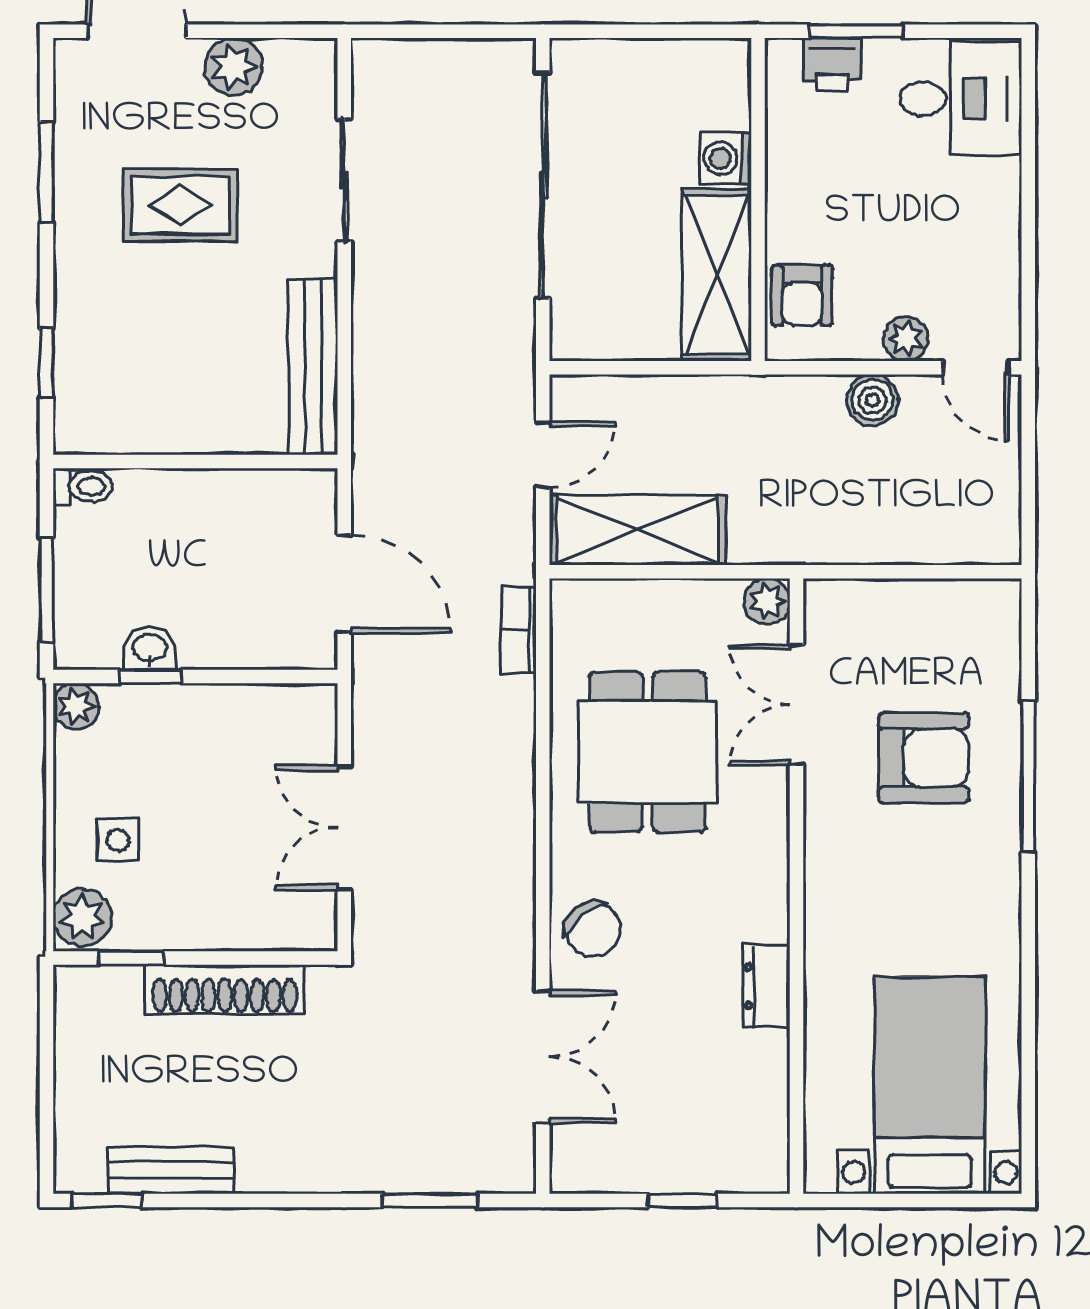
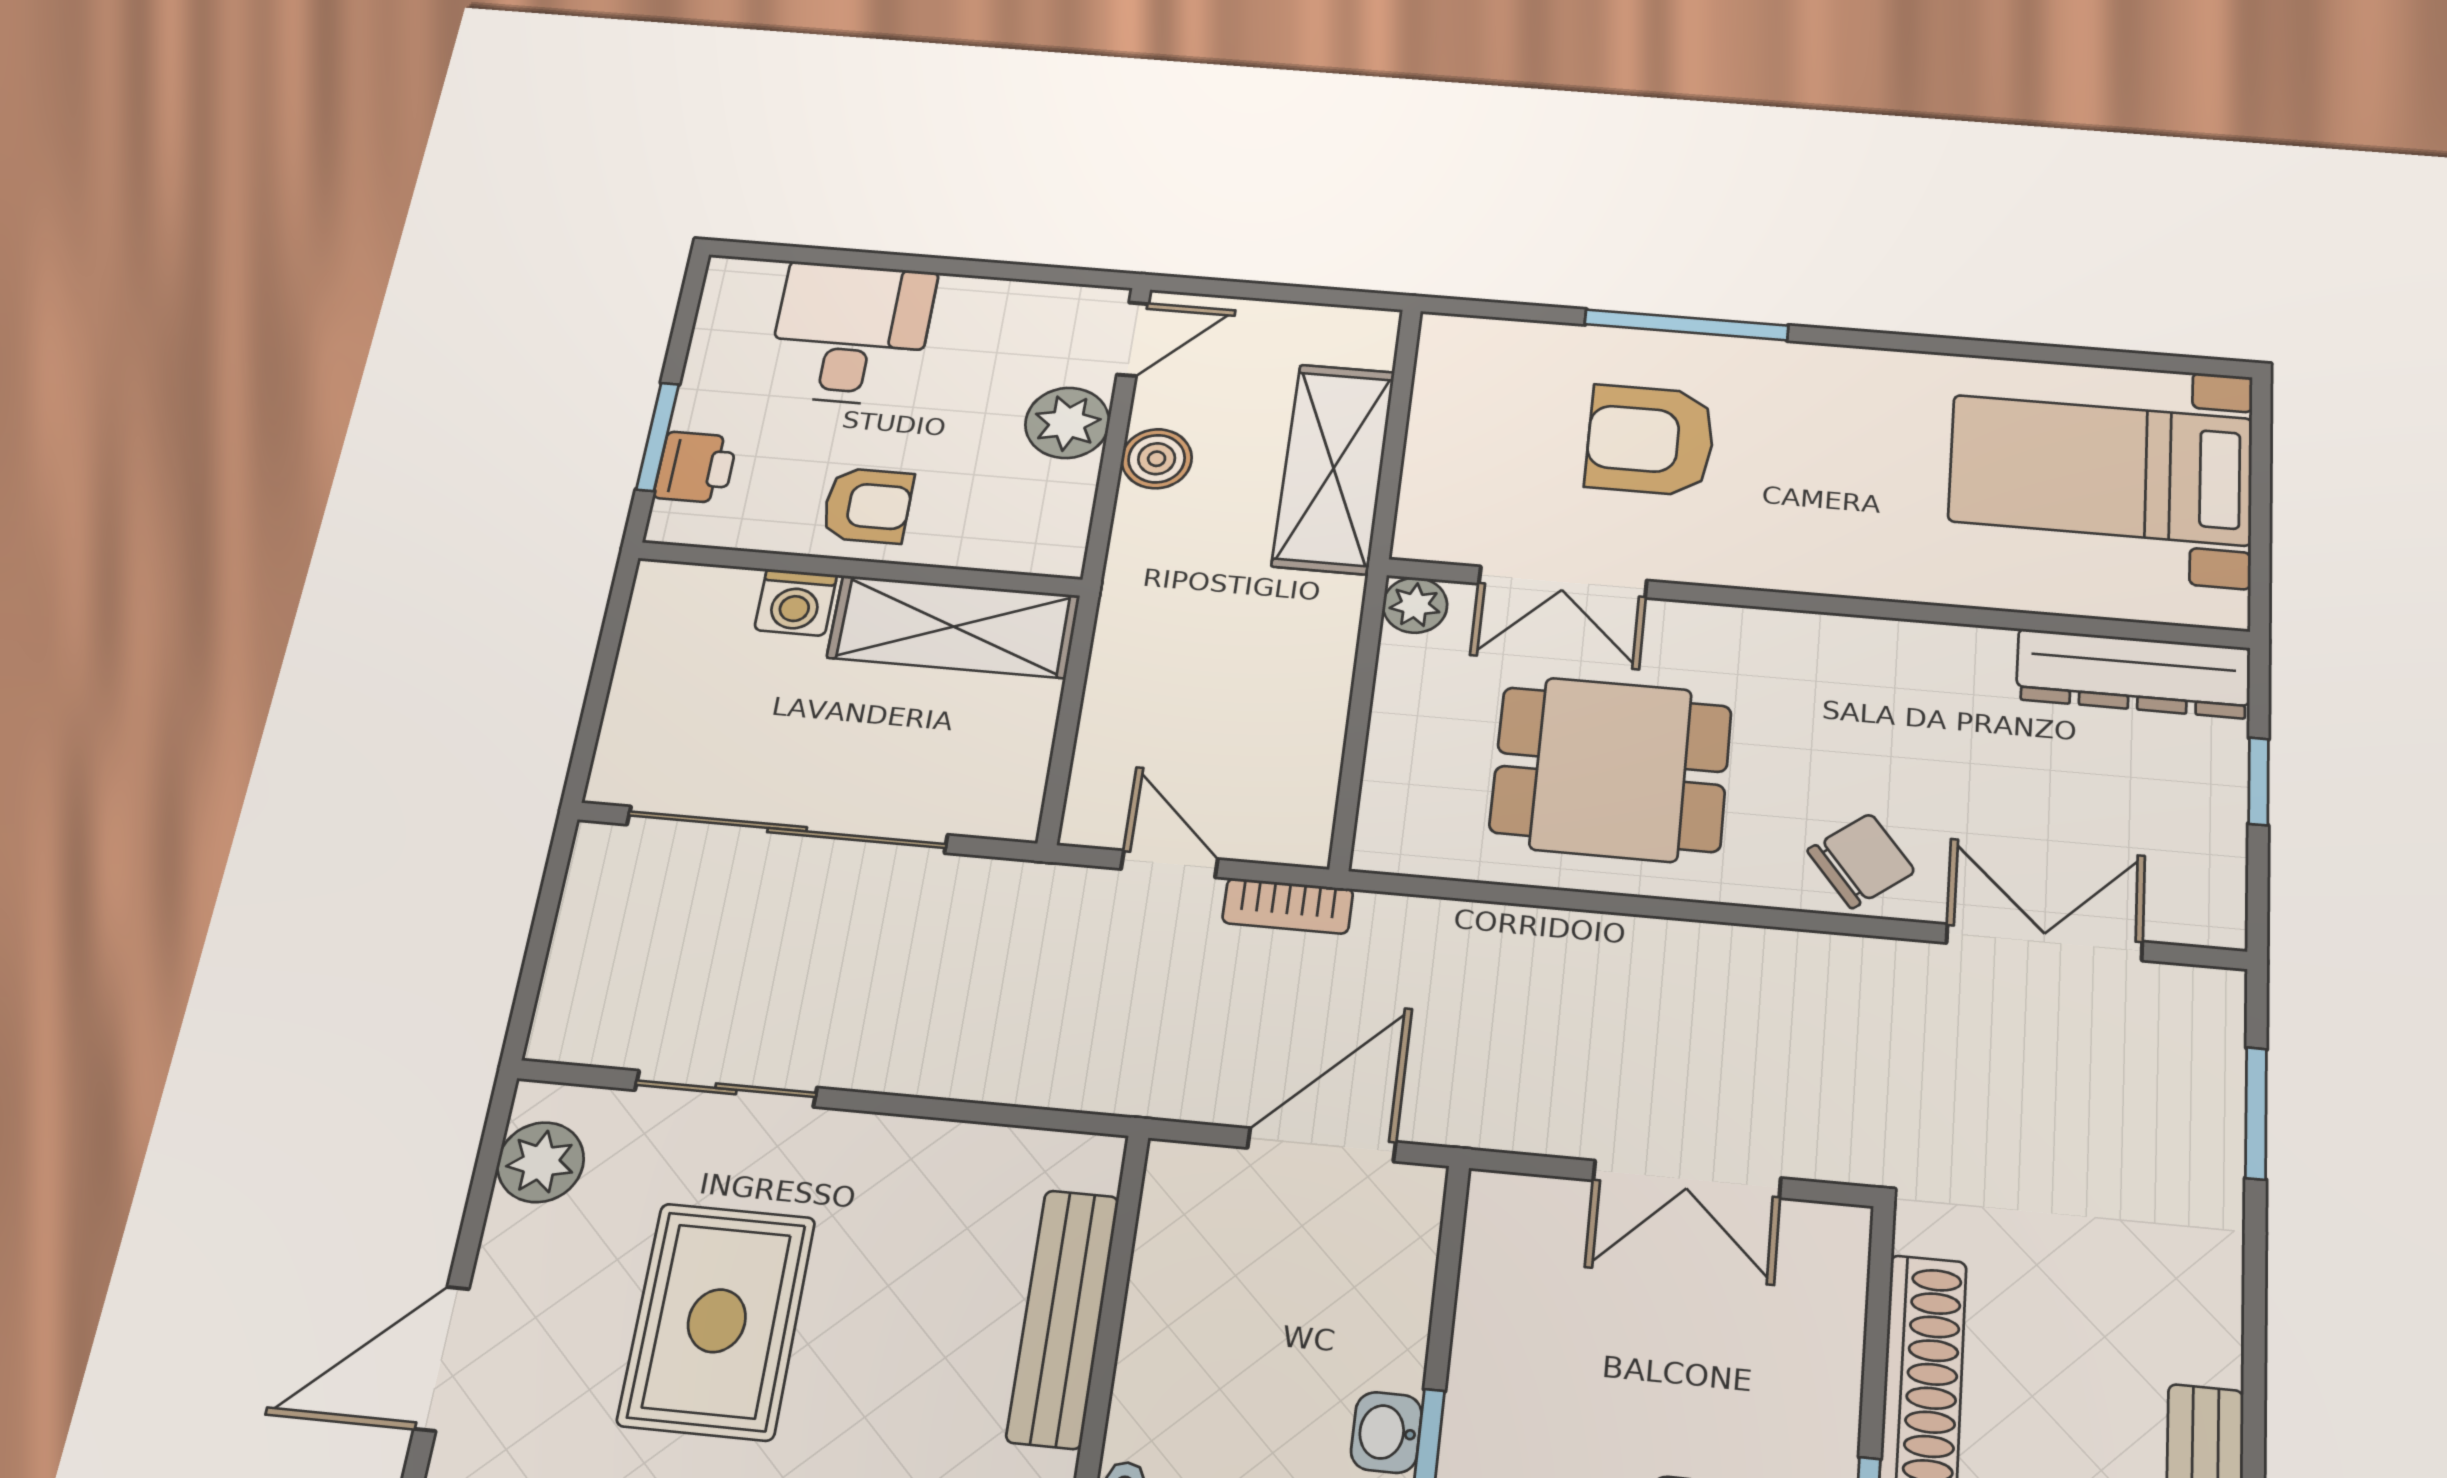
plant: (234, 67) -> (541, 1162), moved
desk: (961, 99) -> (851, 333), moved
rug: (180, 205) -> (717, 1321), width x1.36, depth x1.43
armchair: (802, 295) -> (867, 506), moved
plant: (906, 339) -> (1067, 423), width x1.38, depth x1.38
bench: (313, 367) -> (1063, 1318), moved, turned 90
shelving: (637, 530) -> (1334, 468), moved
bookcase: (519, 630) -> (1288, 906), moved
armchair: (924, 758) -> (1650, 440), turned -90
dresser: (767, 986) -> (2133, 673), moved, width x1.96, depth x1.24

